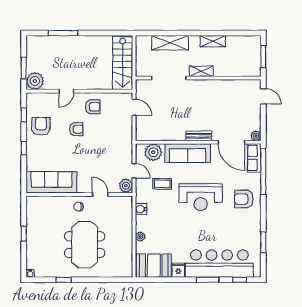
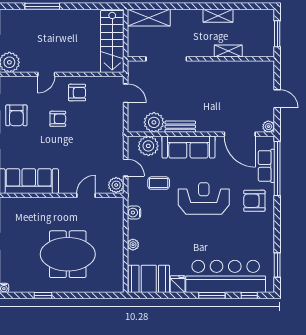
shelving: (170, 43) -> (149, 18), moved
shelving: (201, 71) -> (228, 51), moved
door: (263, 96) -> (277, 99), moved
armchair: (41, 126) -> (16, 115), turned 180
plant: (158, 132) -> (154, 122), added
bench: (199, 136) -> (180, 127), moved
row of seats: (254, 158) -> (266, 166), moved
door: (100, 194) -> (86, 195), hinge flipped
reception desk: (201, 197) -> (204, 198), turned 180
chair: (78, 207) -> (61, 210), removed
window: (263, 242) -> (277, 265), moved
meeting table: (85, 245) -> (68, 254), turned 90

